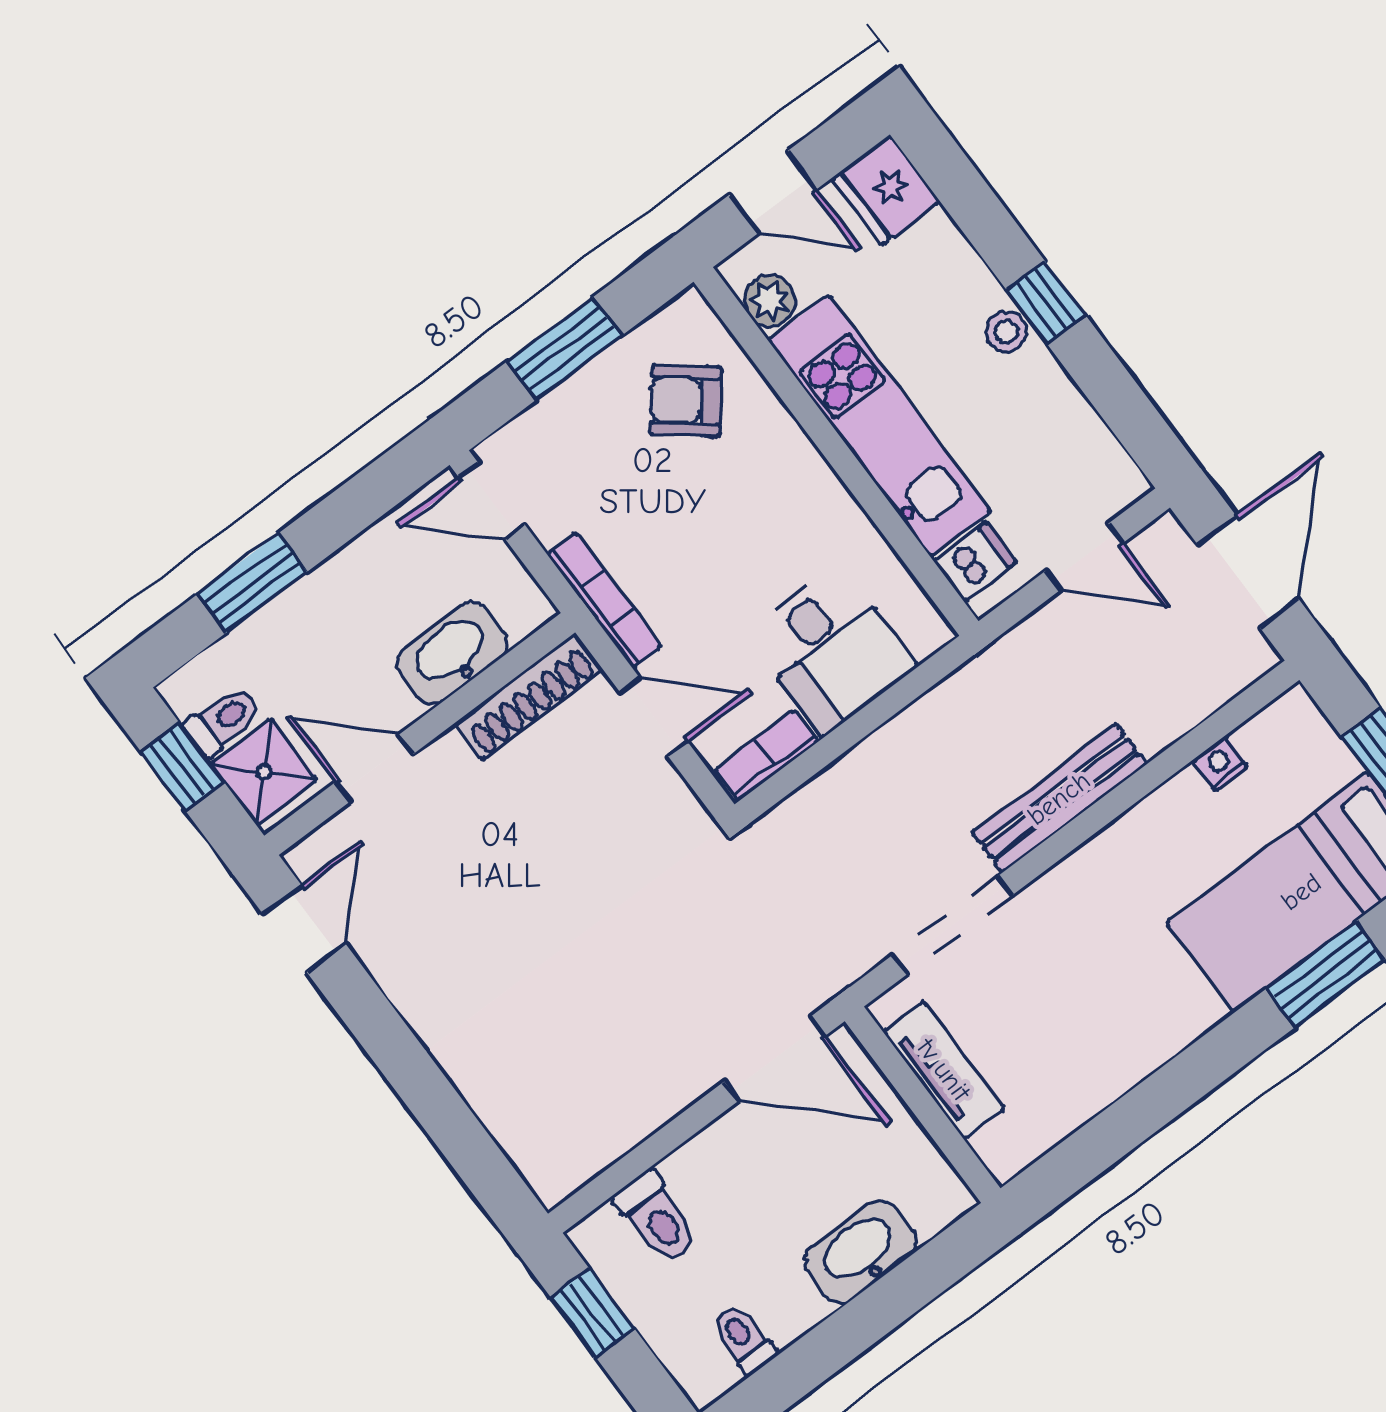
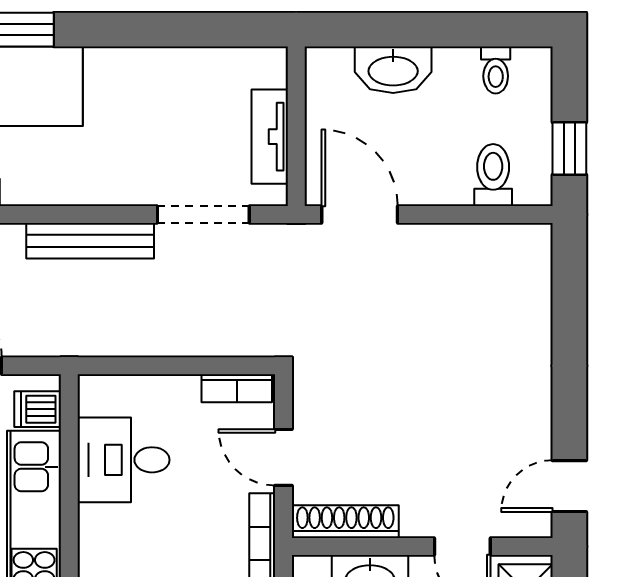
desk: (831, 650) -> (124, 460), moved, turned -90

